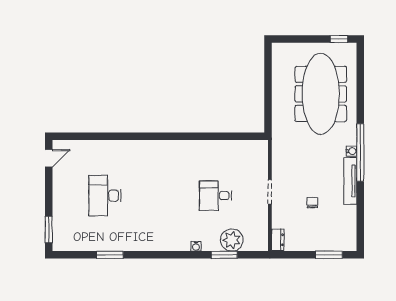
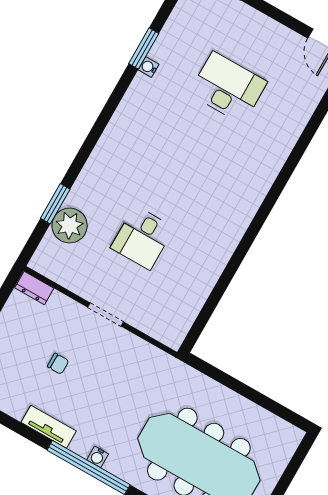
tv unit: (350, 181) -> (49, 427), width x0.71
desk: (216, 196) -> (142, 238), turned 180
water cooler: (196, 246) -> (149, 67), moved

